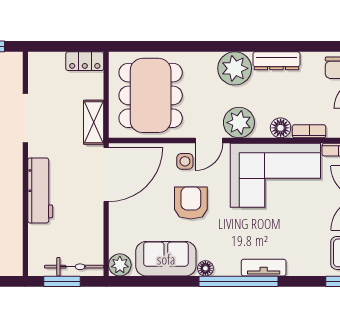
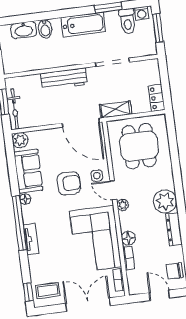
dining table: (151, 95) -> (139, 146), width x0.73
plant: (239, 123) -> (123, 205), width x0.53, depth x0.53

